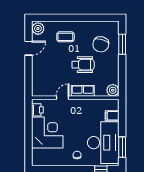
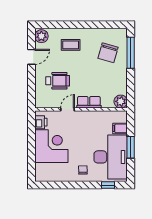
window: (122, 44) -> (131, 53), width x1.44
wheelchair: (83, 65) -> (58, 81), moved
window: (122, 147) -> (131, 147), moved

